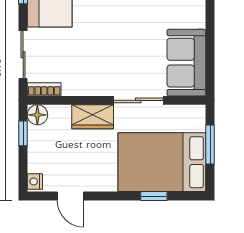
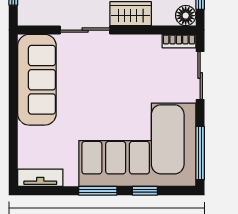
sofa: (186, 63) -> (37, 80), width x1.36

